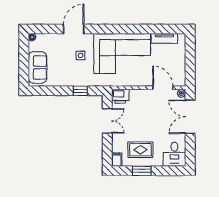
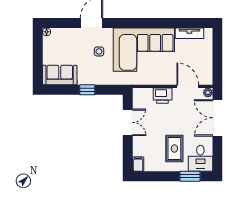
sofa: (37, 67) -> (60, 75), moved, turned -90
window: (80, 91) -> (87, 90), moved
printer: (120, 96) -> (163, 96), moved
rug: (140, 150) -> (174, 149), moved, turned 90
window: (142, 171) -> (190, 176), moved

